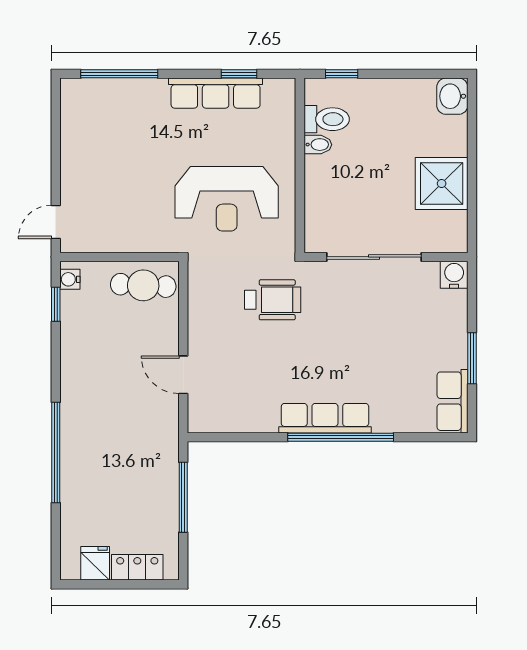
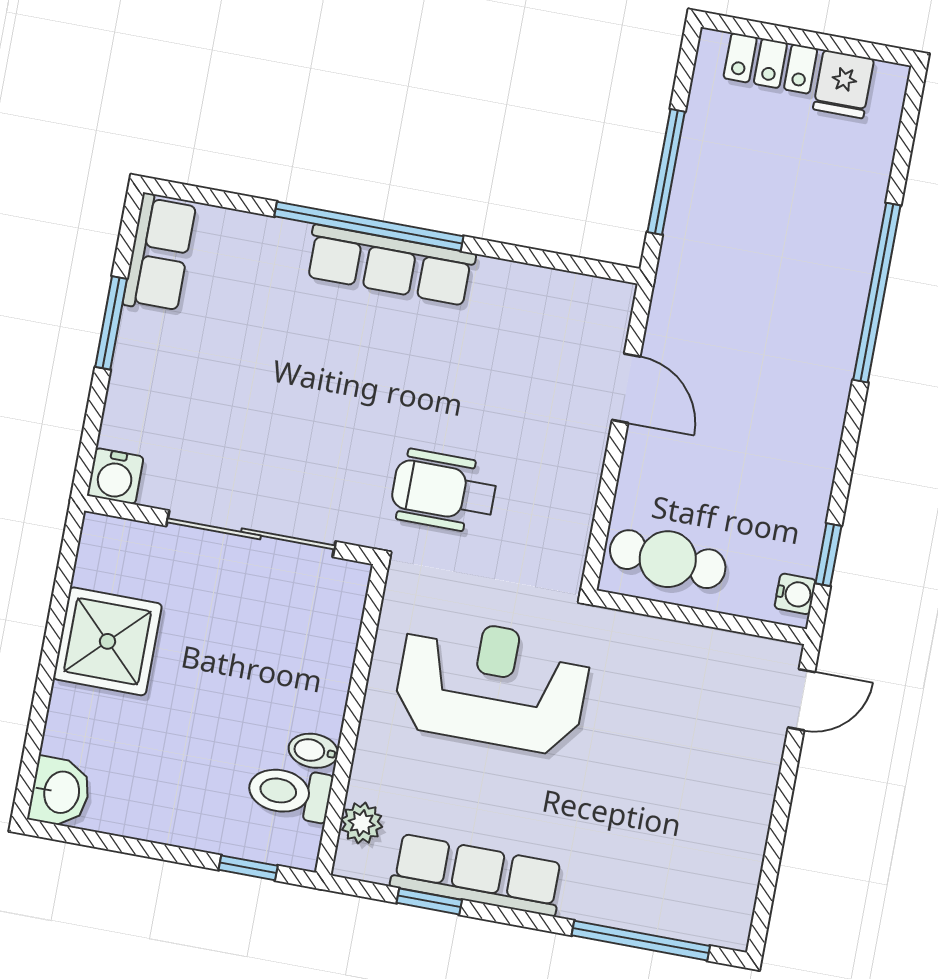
plant: (284, 110) -> (362, 823), added

